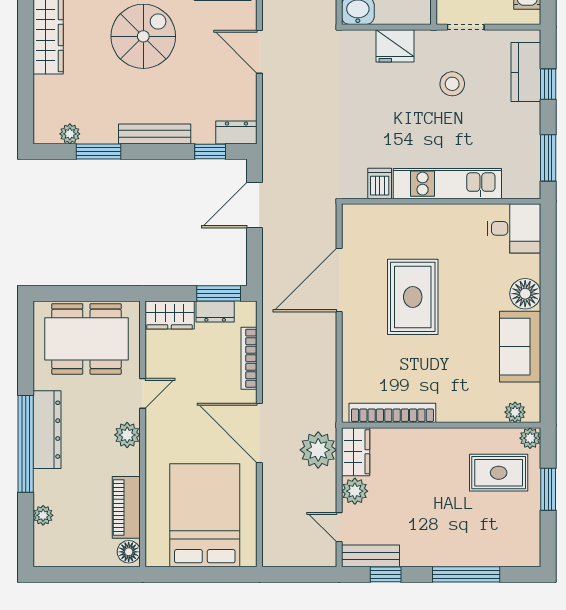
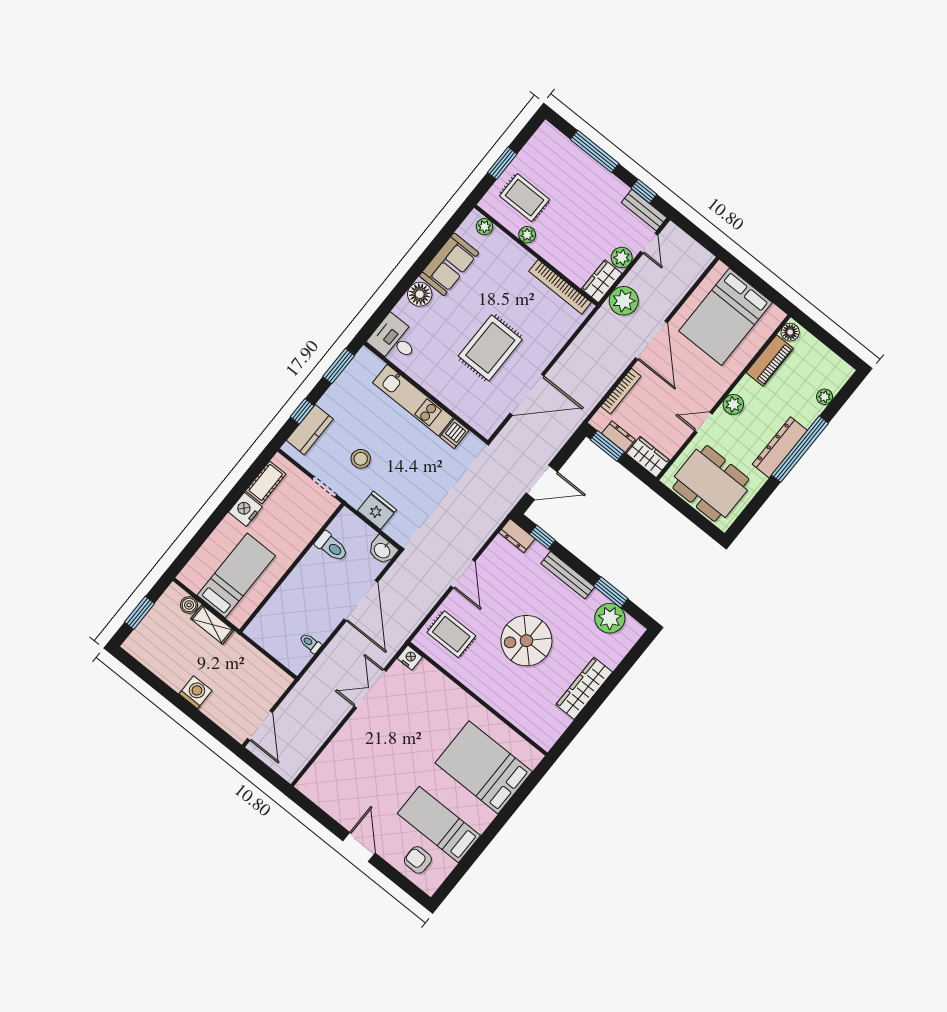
plant: (70, 134) -> (610, 618), width x1.88, depth x1.88
plant: (530, 438) -> (527, 235), moved

